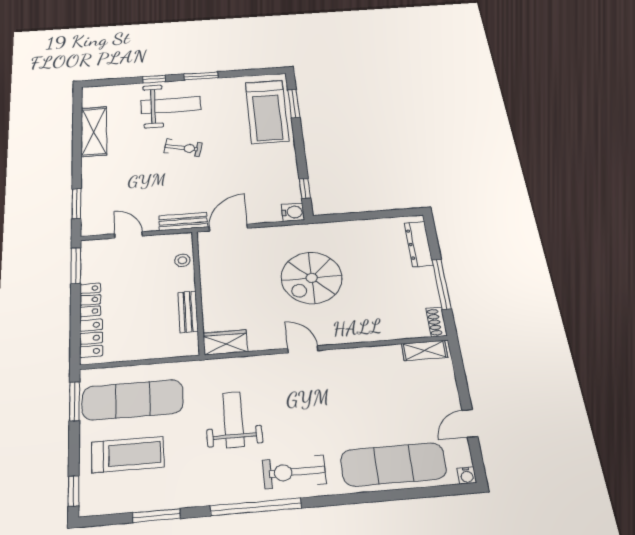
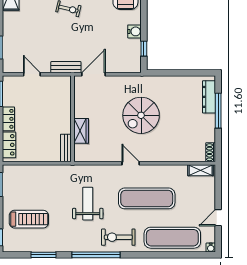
water cooler: (293, 212) -> (135, 31), moved
stool: (182, 260) -> (64, 96), removed
window: (442, 284) -> (218, 111), moved
bench: (188, 312) -> (66, 148), moved
wardrobe: (225, 342) -> (81, 131), moved, turned 90
exercise mat: (133, 400) -> (147, 198), moved

